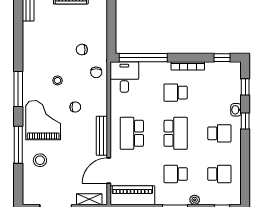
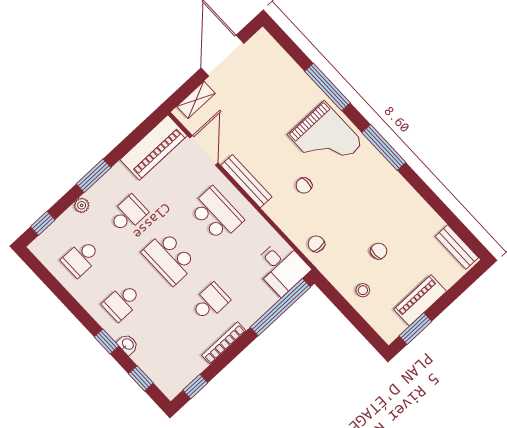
chair: (82, 50) -> (379, 251), moved
stool: (58, 80) -> (363, 290), moved
stool: (40, 160) -> (289, 92), removed

